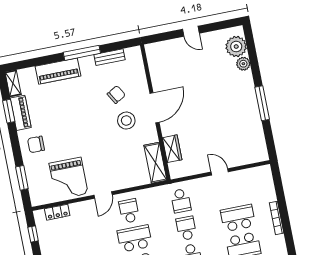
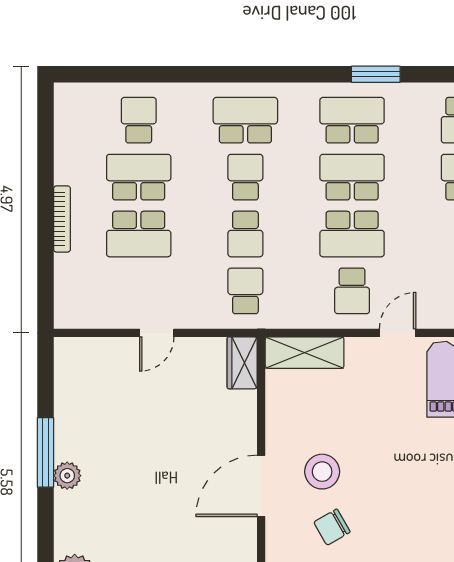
plant: (243, 64) -> (67, 476), moved
wardrobe: (172, 149) -> (242, 363), moved
shelving: (155, 163) -> (305, 353), moved, turned 90
door: (220, 172) -> (157, 333), hinge flipped

